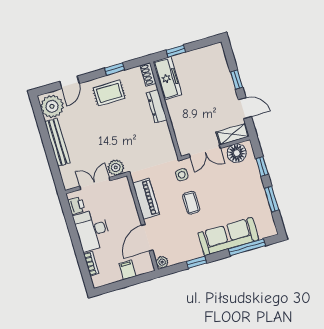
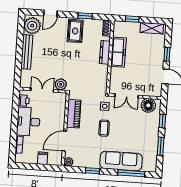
freezer: (168, 78) -> (118, 52), moved
rug: (109, 93) -> (75, 31), turned 90
shelving: (233, 134) -> (152, 28), moved

